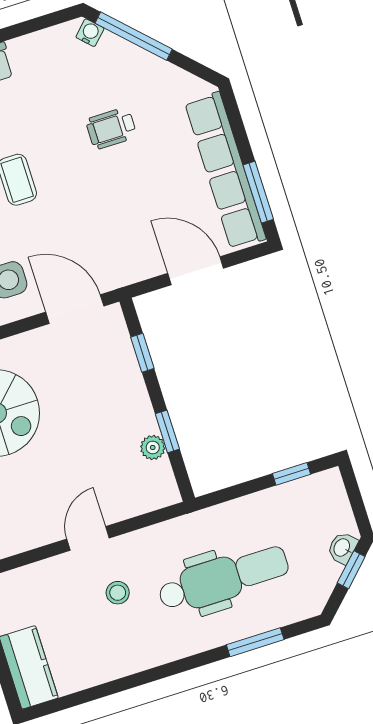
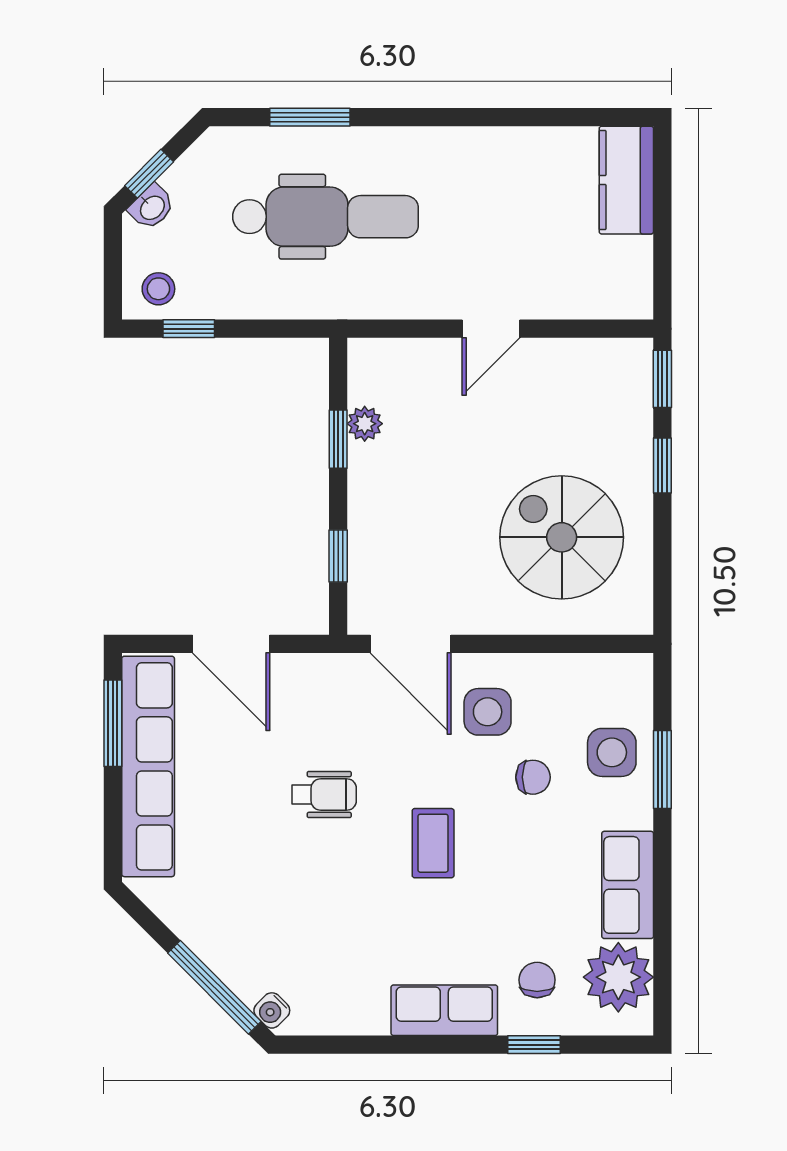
wheelchair: (111, 128) -> (324, 795), moved
dental chair: (223, 578) -> (325, 217), turned 180
stool: (118, 593) -> (158, 289), moved

